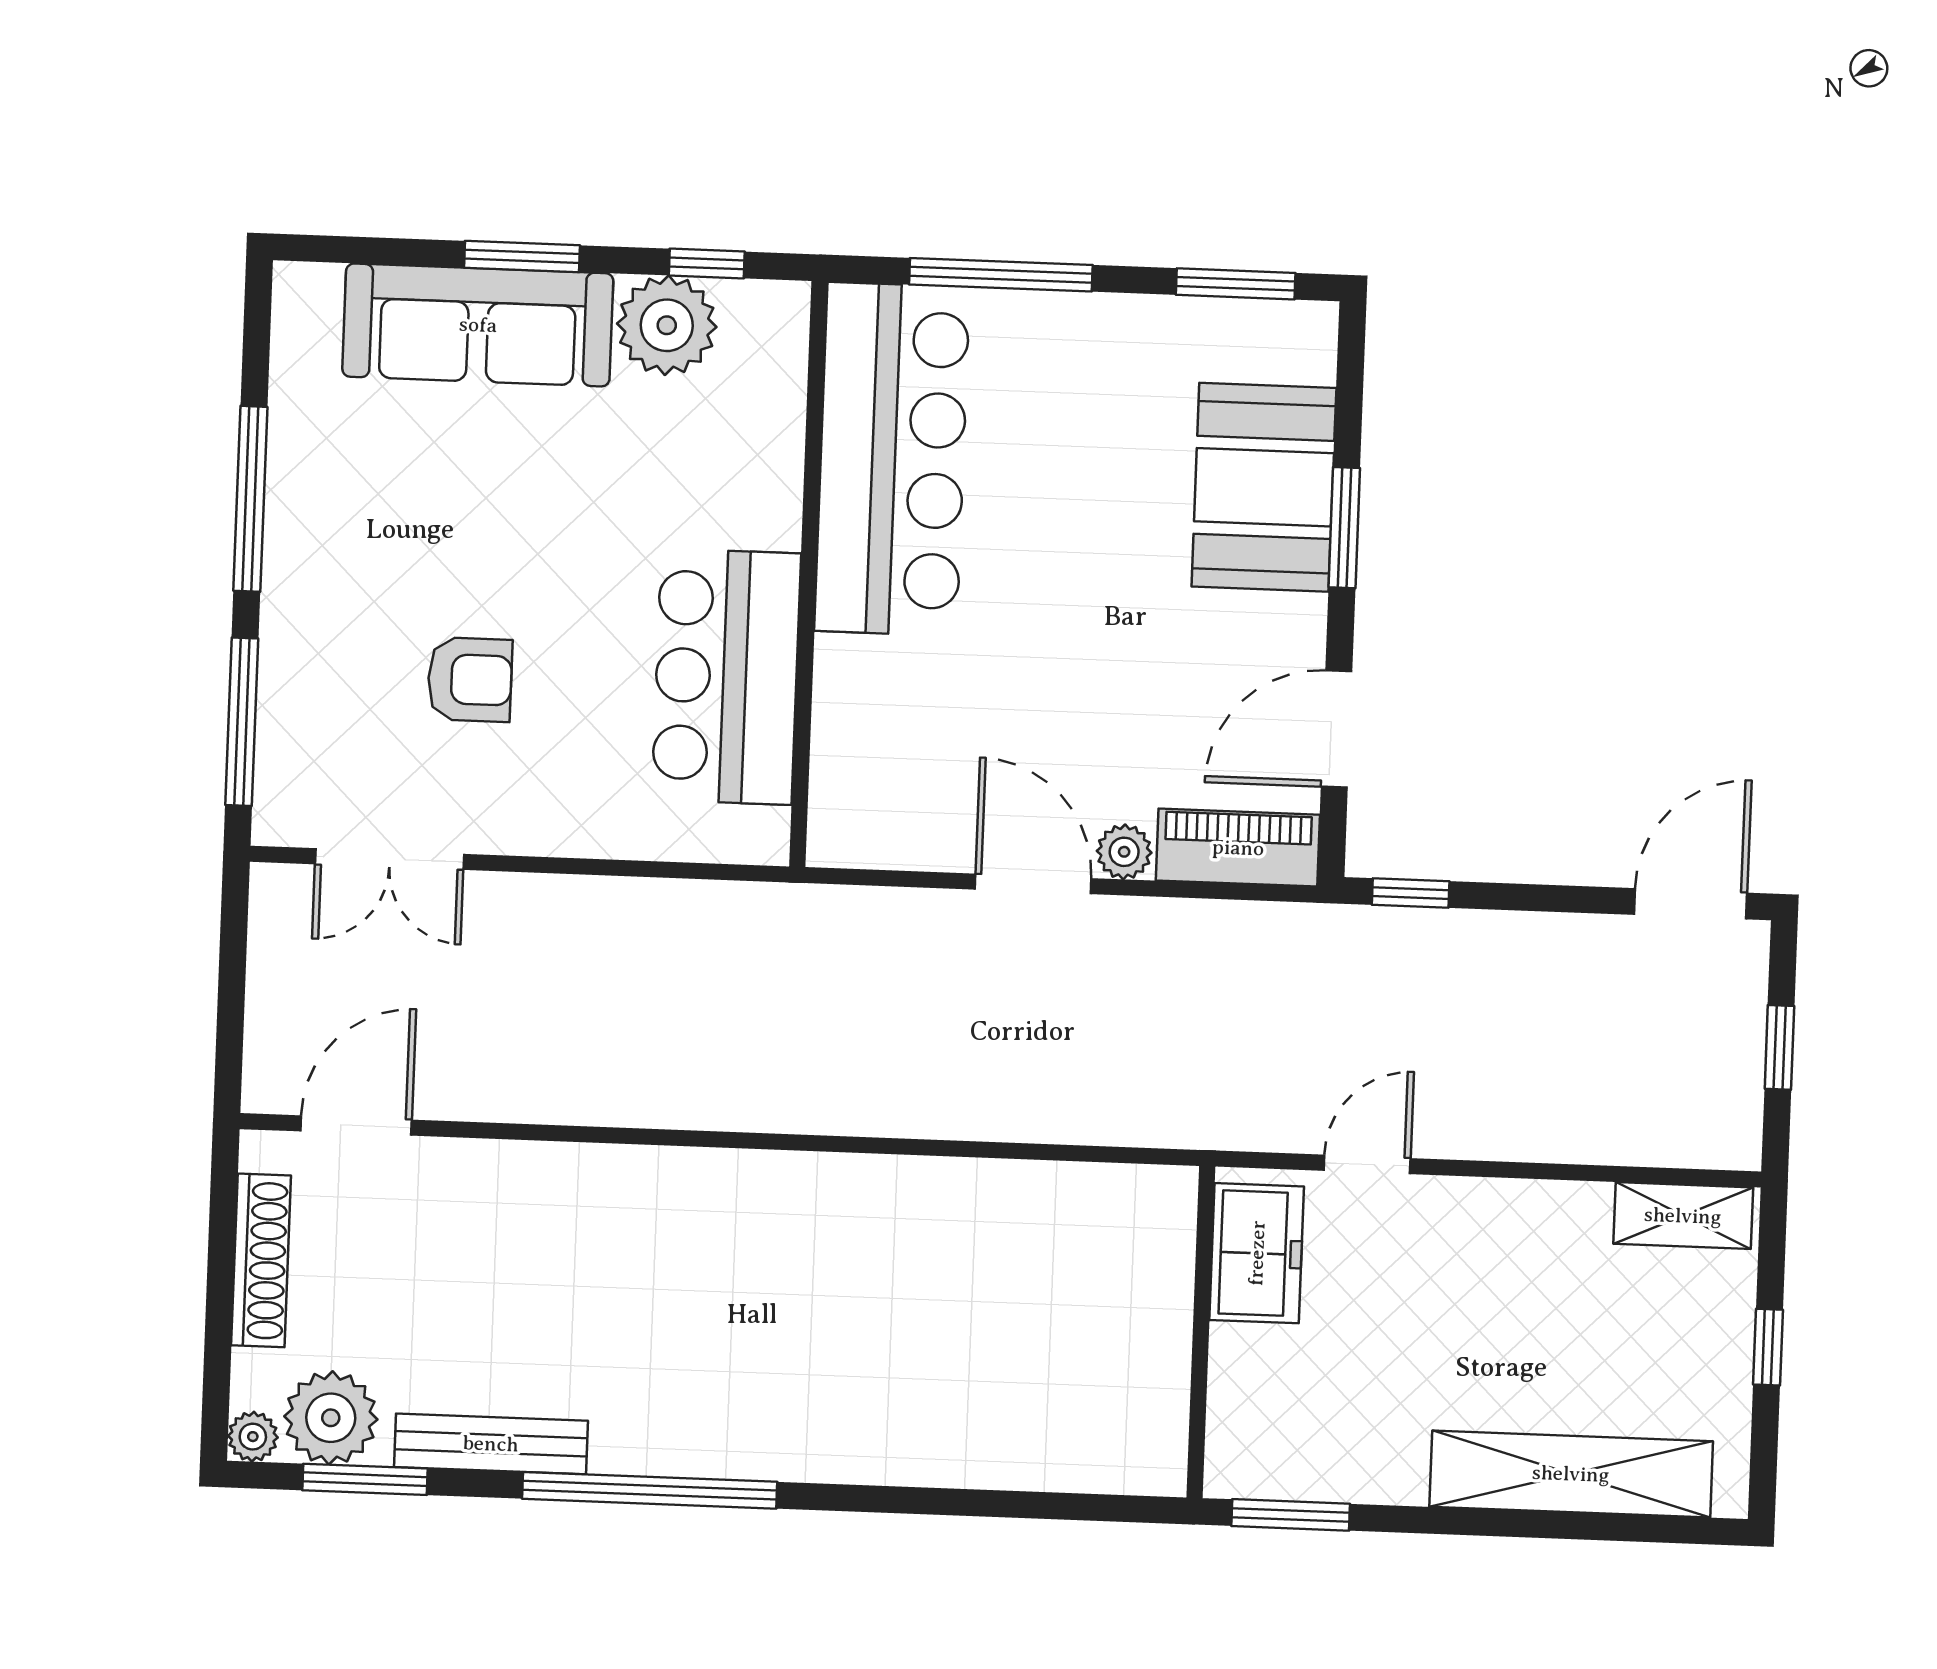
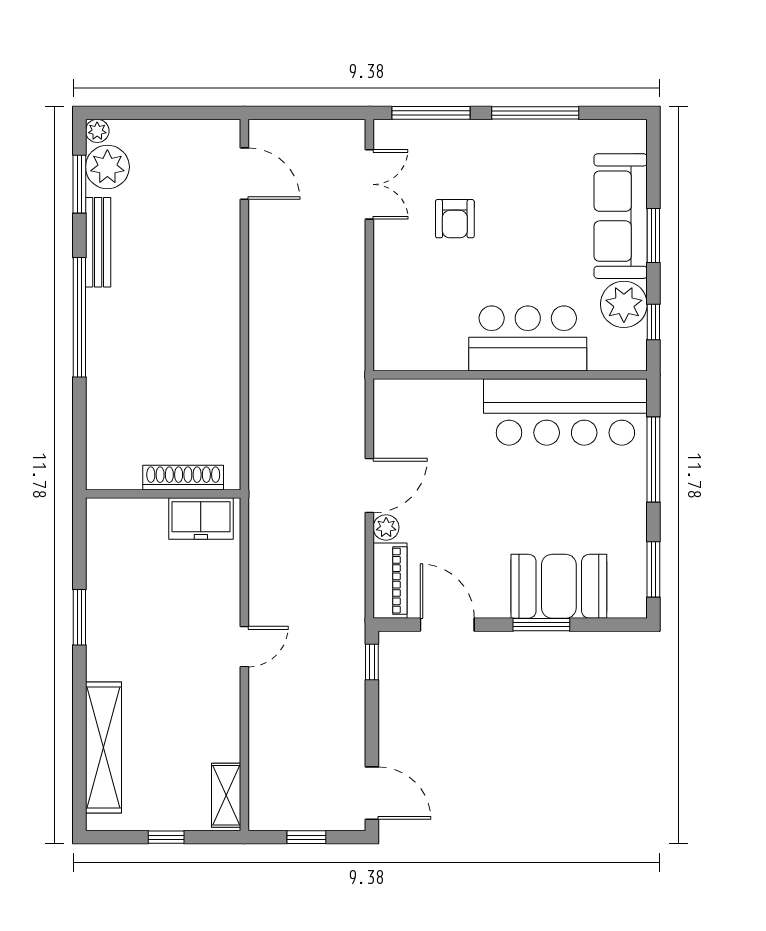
bar counter: (726, 677) -> (528, 338), moved
double door: (389, 859) -> (369, 184), swing flipped
door: (1367, 1164) -> (244, 647), hinge flipped
freezer: (1257, 1253) -> (201, 518), moved
shoe rack: (261, 1260) -> (183, 478), moved, turned 180
wall: (1201, 1332) -> (163, 494), moved

